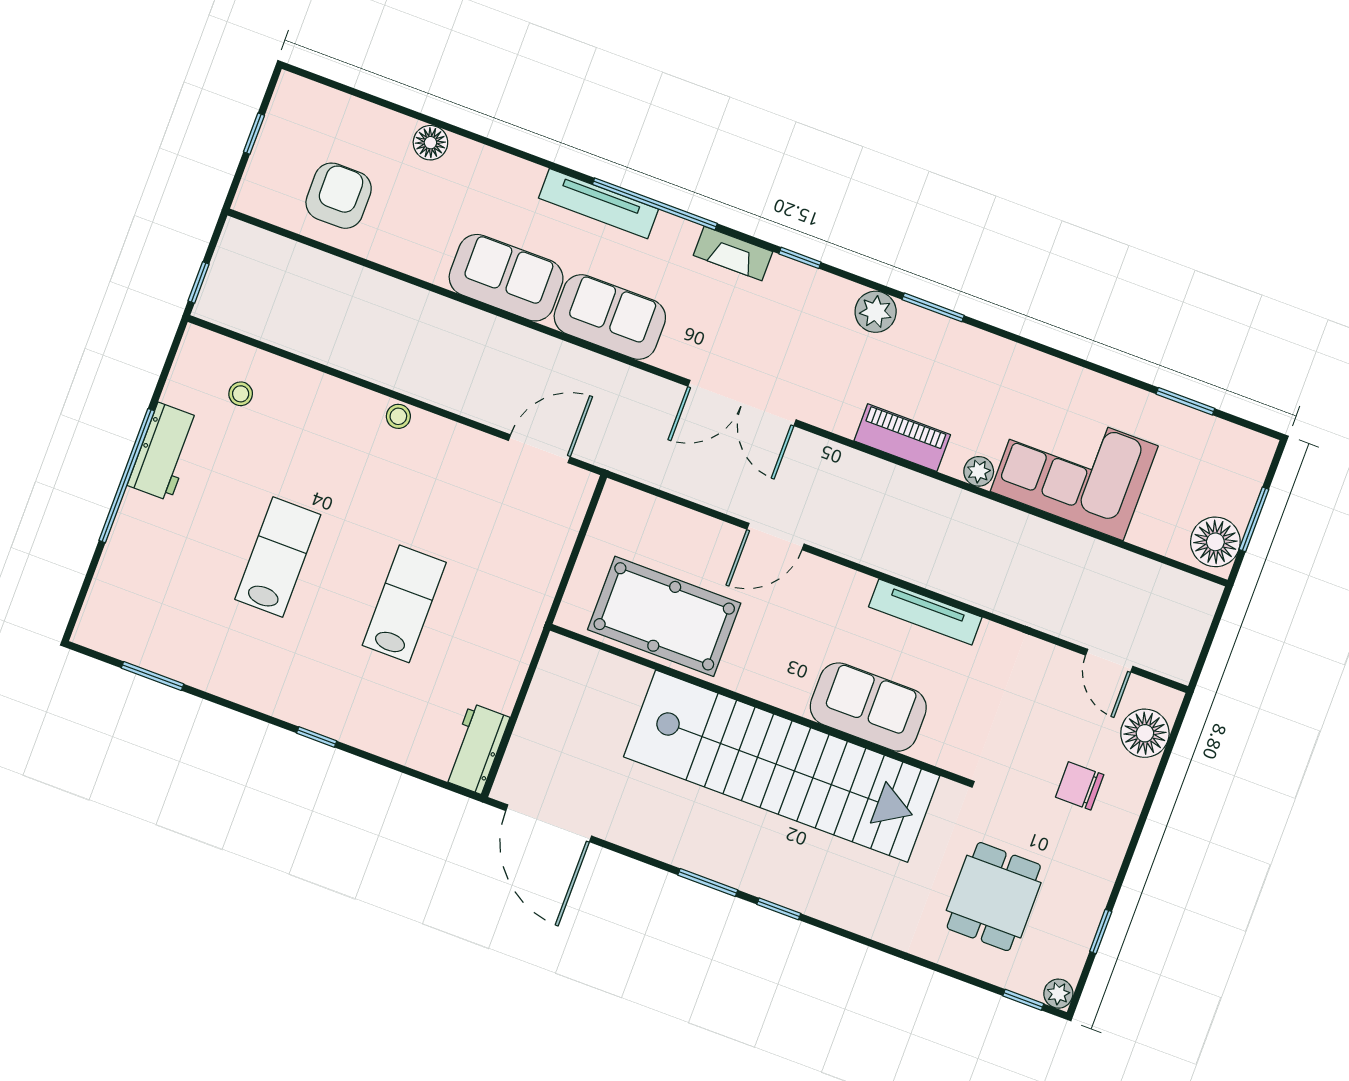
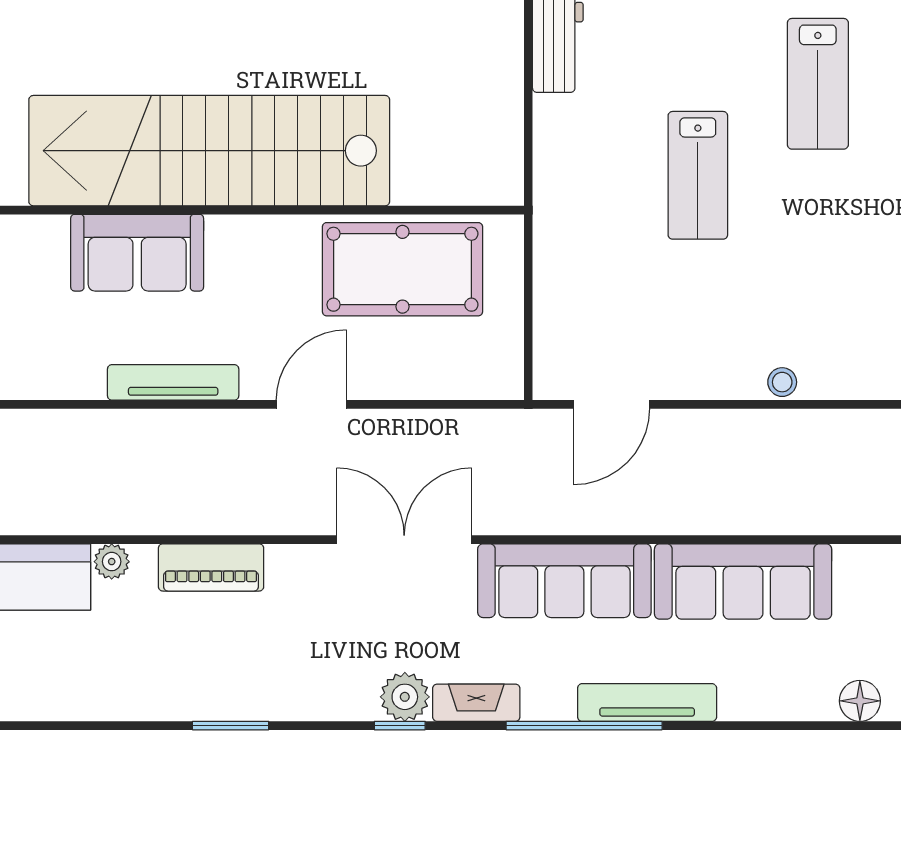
sofa: (506, 278) -> (743, 582), width x1.36
plant: (876, 312) -> (405, 697), moved
sofa: (610, 317) -> (564, 581), width x1.36
lab bench: (278, 557) -> (818, 84), moved
tv unit: (925, 612) -> (173, 382), moved

